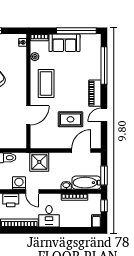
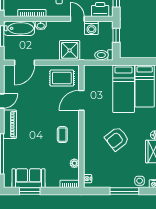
window: (76, 31) -> (30, 191), width x0.47
sofa: (64, 43) -> (29, 178), moved
coffee table: (46, 83) -> (62, 135), width x0.54, depth x0.58
rug: (71, 119) -> (62, 78), moved

